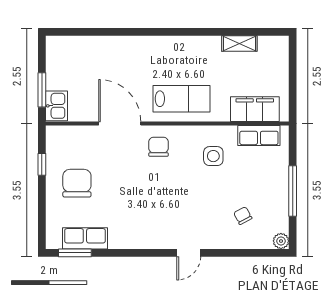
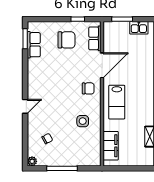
kitchen sink: (56, 106) -> (139, 28), moved
row of seats: (259, 136) -> (95, 38), moved
door: (189, 253) -> (25, 106), swing flipped

